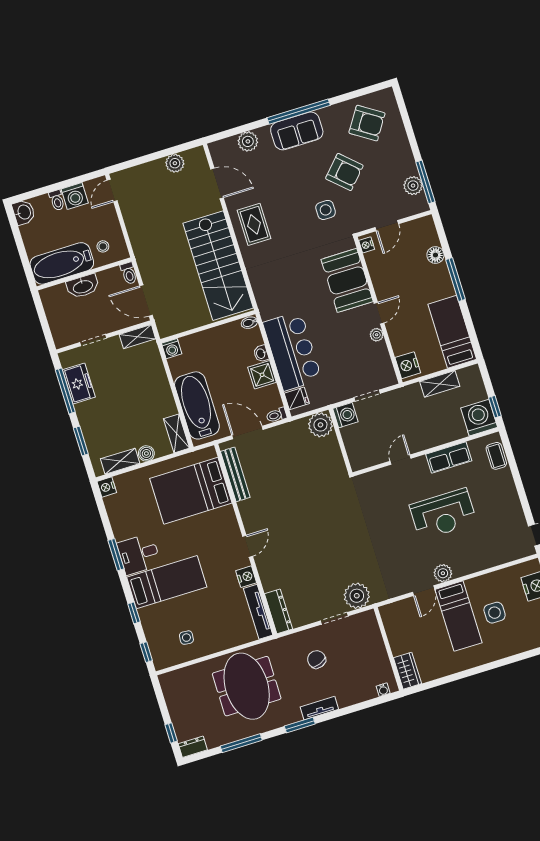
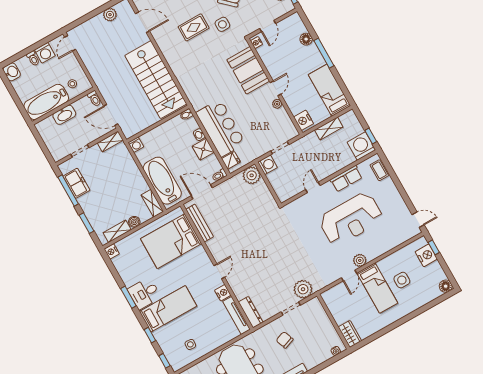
rug: (254, 224) -> (194, 27), moved, turned 90
reception desk: (443, 514) -> (351, 219), width x1.36, depth x1.30

